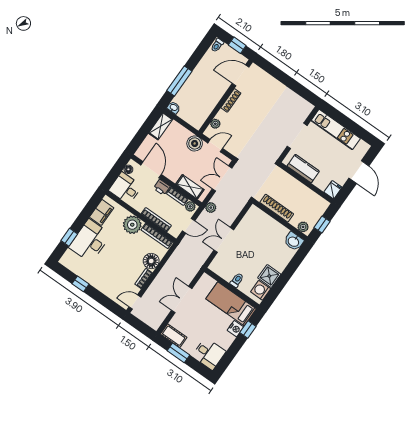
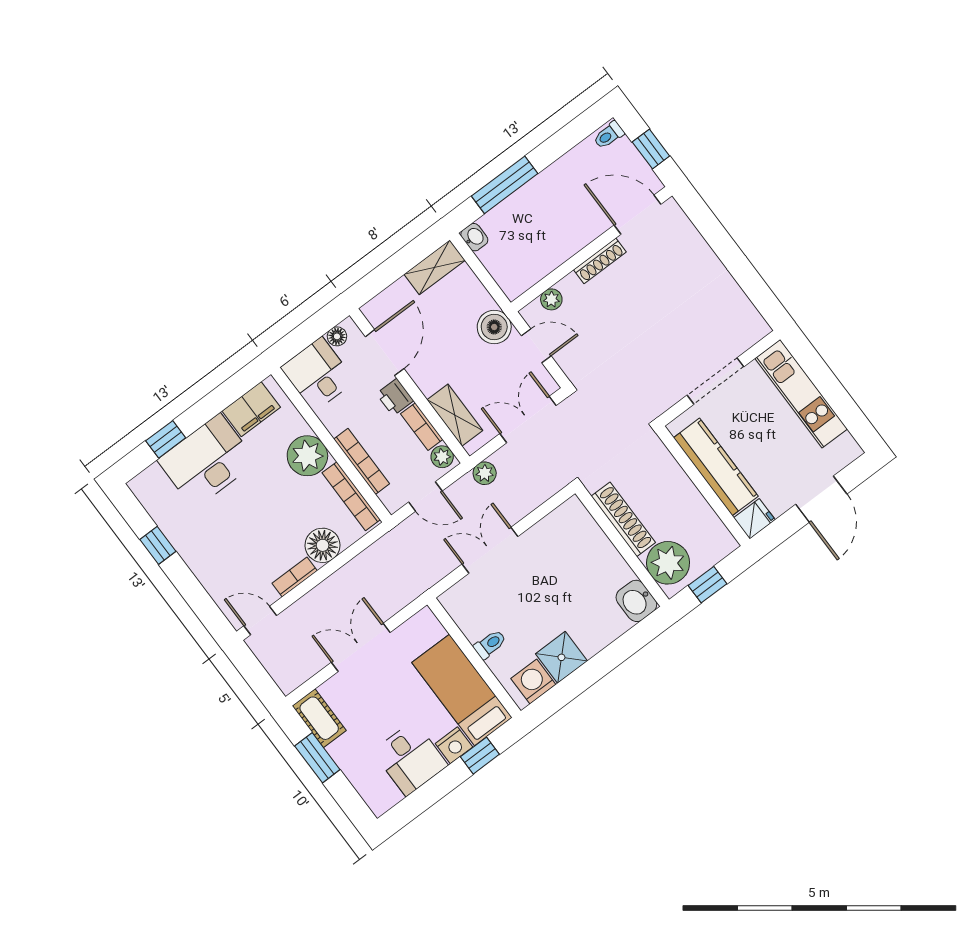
kitchen counter: (303, 169) -> (716, 467), width x1.50
plant: (303, 227) -> (668, 563), width x1.87, depth x1.87
desk: (209, 354) -> (410, 758), moved

